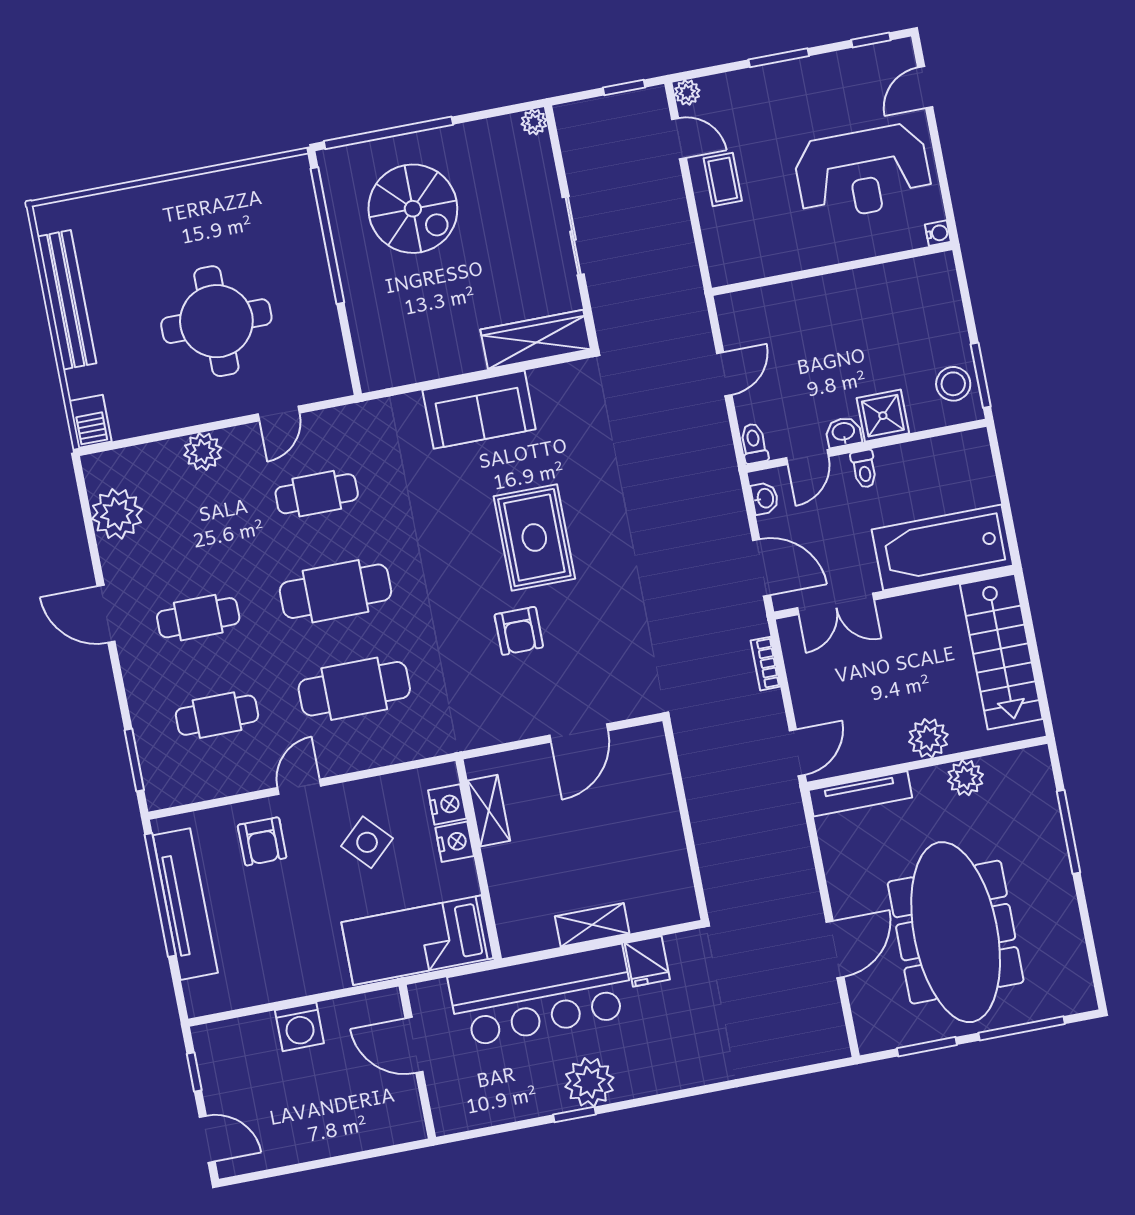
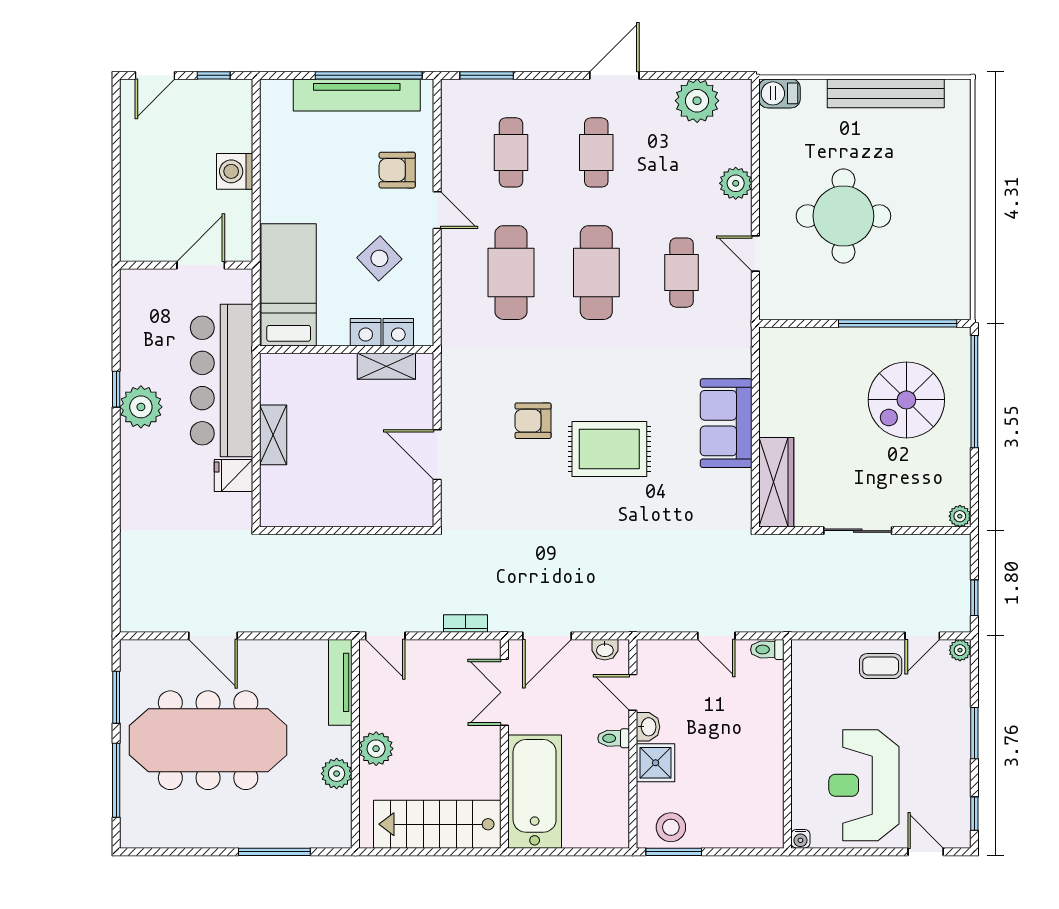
toilet: (754, 443) -> (767, 650), moved, turned 180

